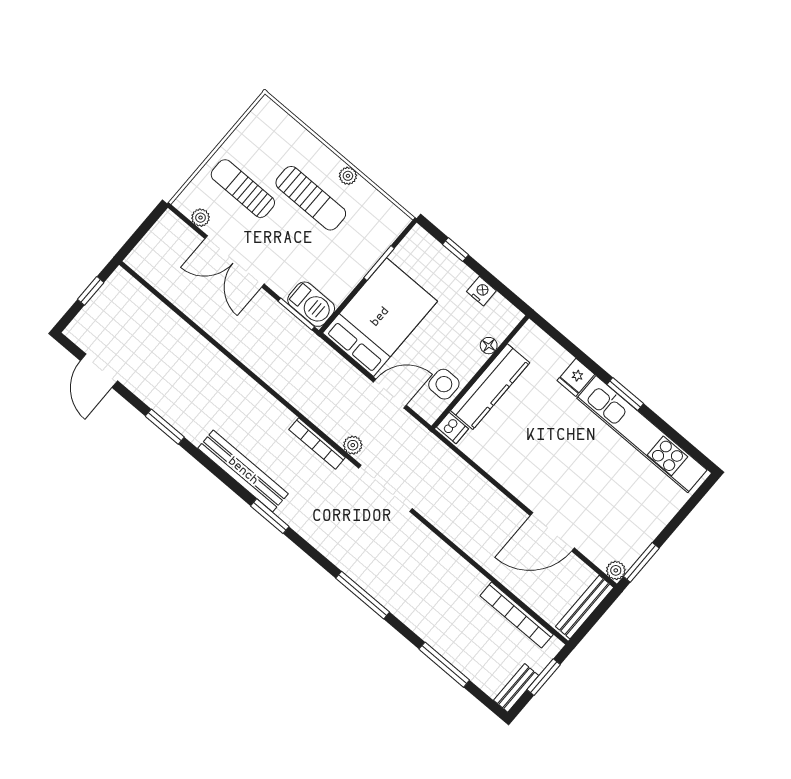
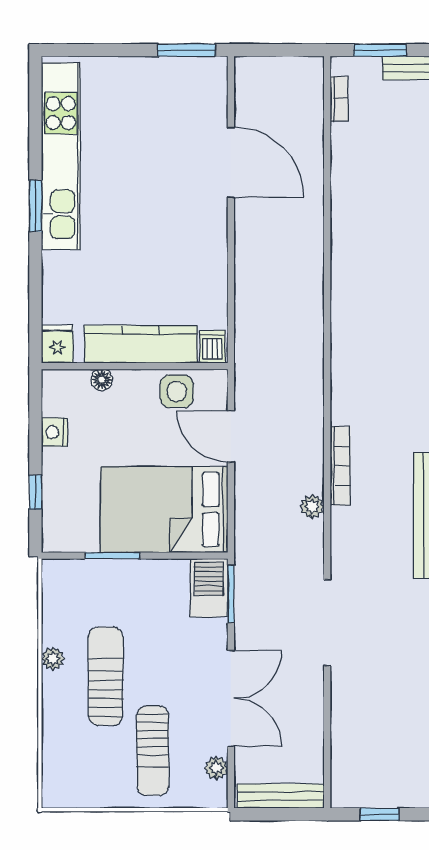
fridge: (576, 377) -> (57, 344), moved, turned -90
plant: (353, 445) -> (312, 507), moved
doorway: (385, 488) -> (327, 623), moved
plant: (616, 570) -> (216, 68), removed
bench: (585, 607) -> (281, 796), moved
bookcase: (517, 615) -> (339, 99), width x0.43, depth x0.76

